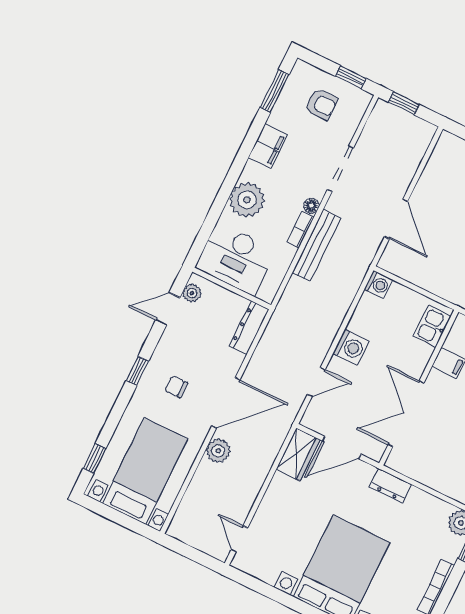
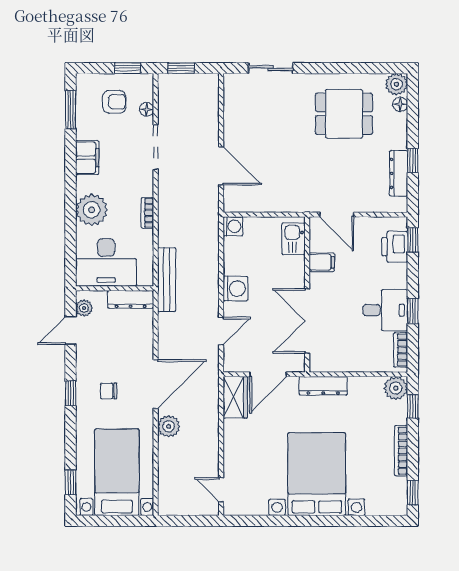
floor lamp: (311, 206) -> (147, 109), moved
bench: (317, 245) -> (167, 280), moved
dresser: (249, 328) -> (131, 299), moved, turned -90
dresser: (390, 486) -> (323, 386), width x1.44

